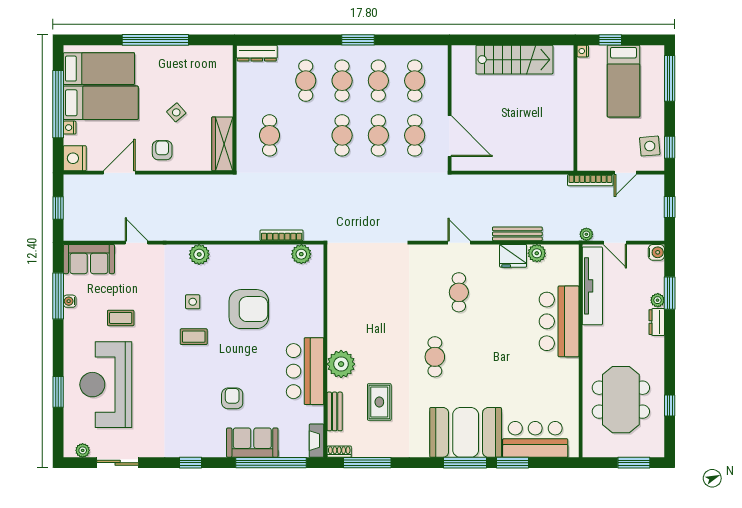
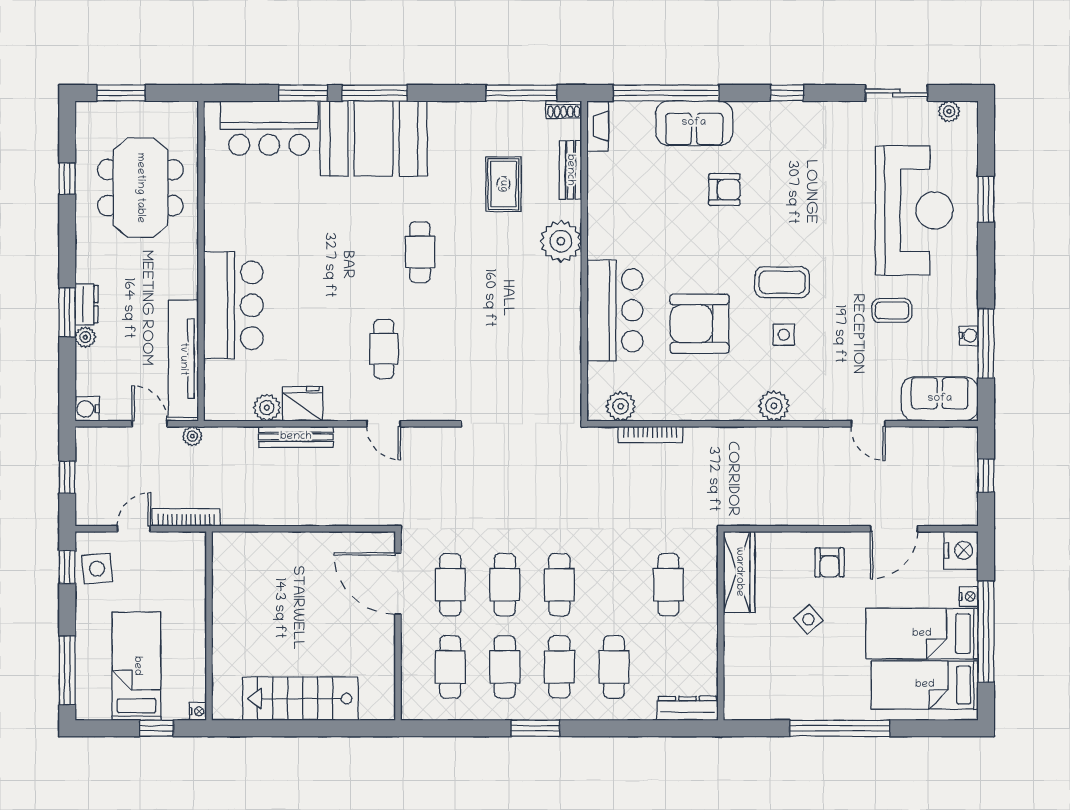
window: (670, 293) -> (67, 312), moved
coffee table: (194, 337) -> (782, 282), width x1.36, depth x1.30
bar counter: (305, 371) -> (615, 310), moved
armchair: (232, 398) -> (724, 190), turned -90

